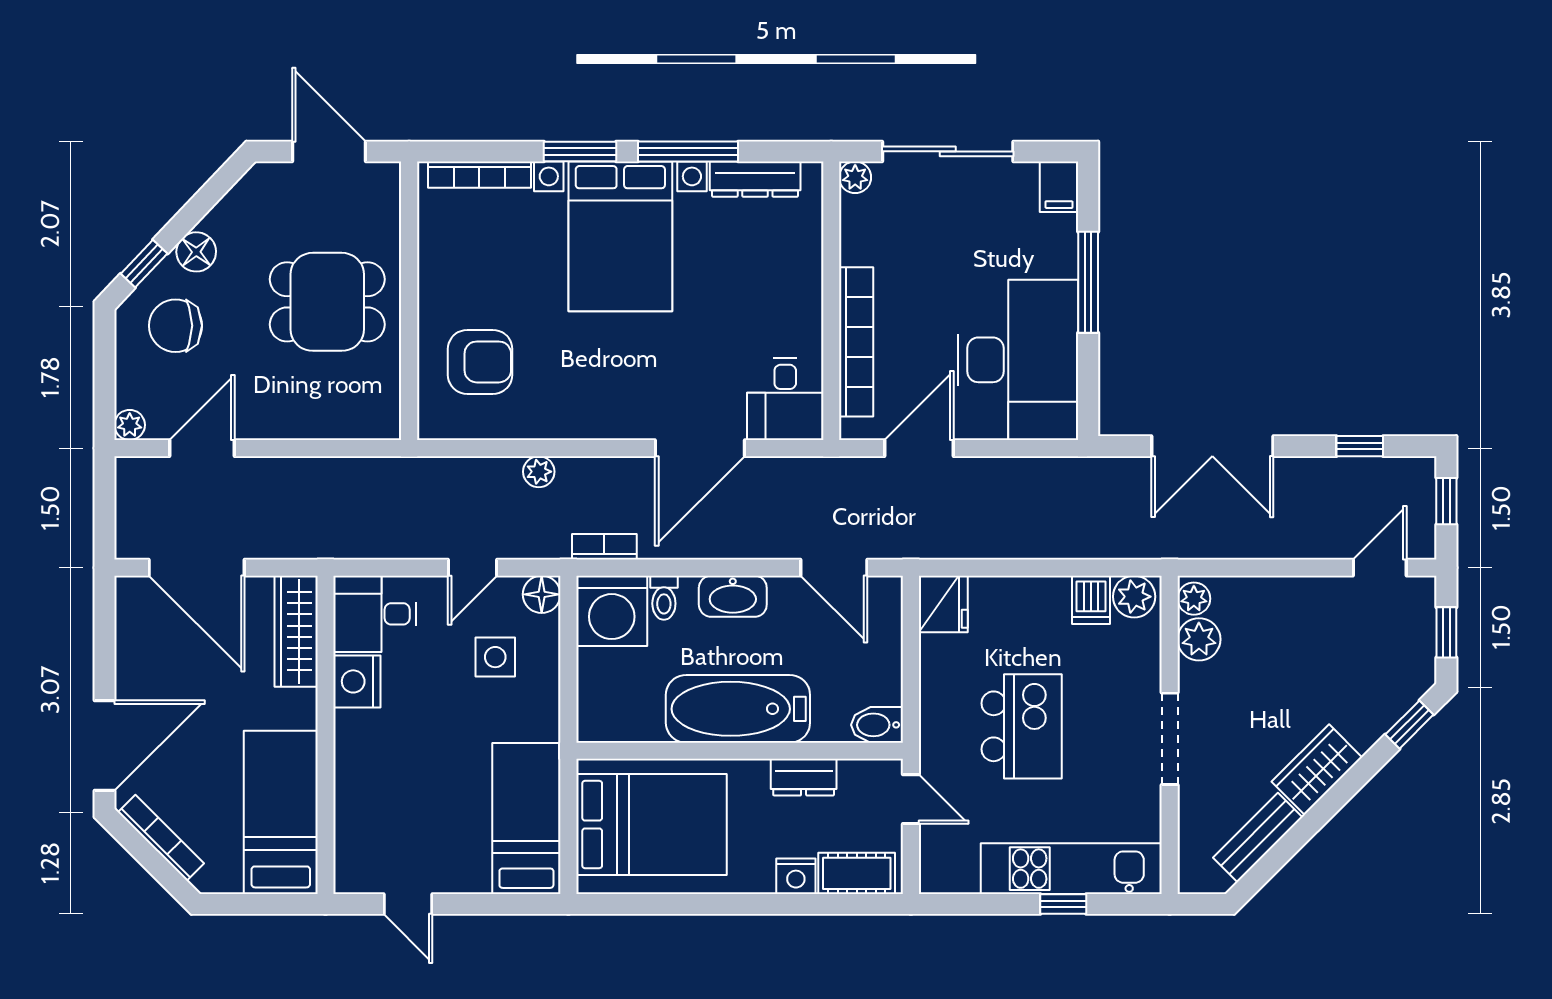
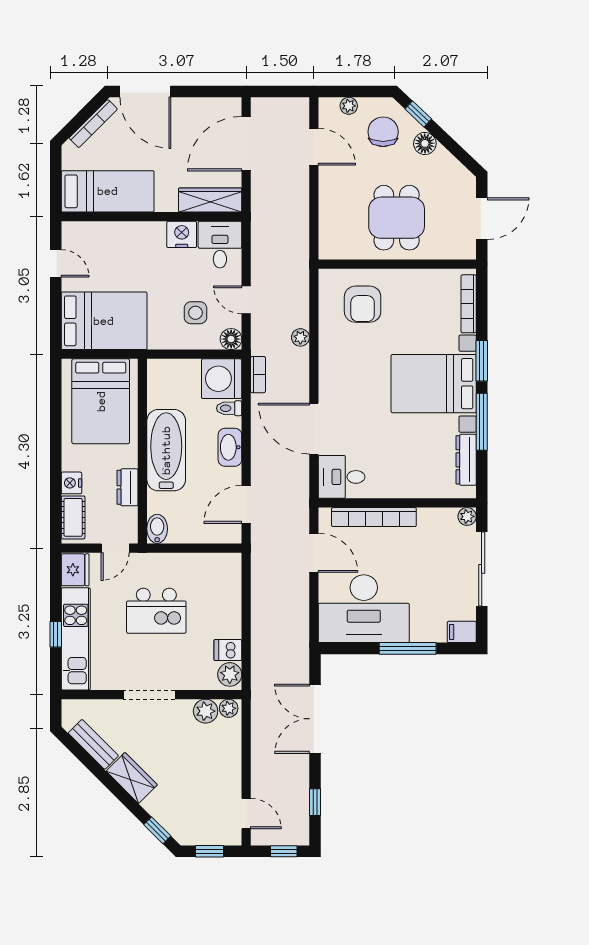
plant: (130, 425) -> (349, 106), moved
fridge: (943, 604) -> (75, 570), moved, turned -90
bed: (526, 818) -> (104, 321), width x1.50
door: (408, 904) -> (56, 263), swing flipped

